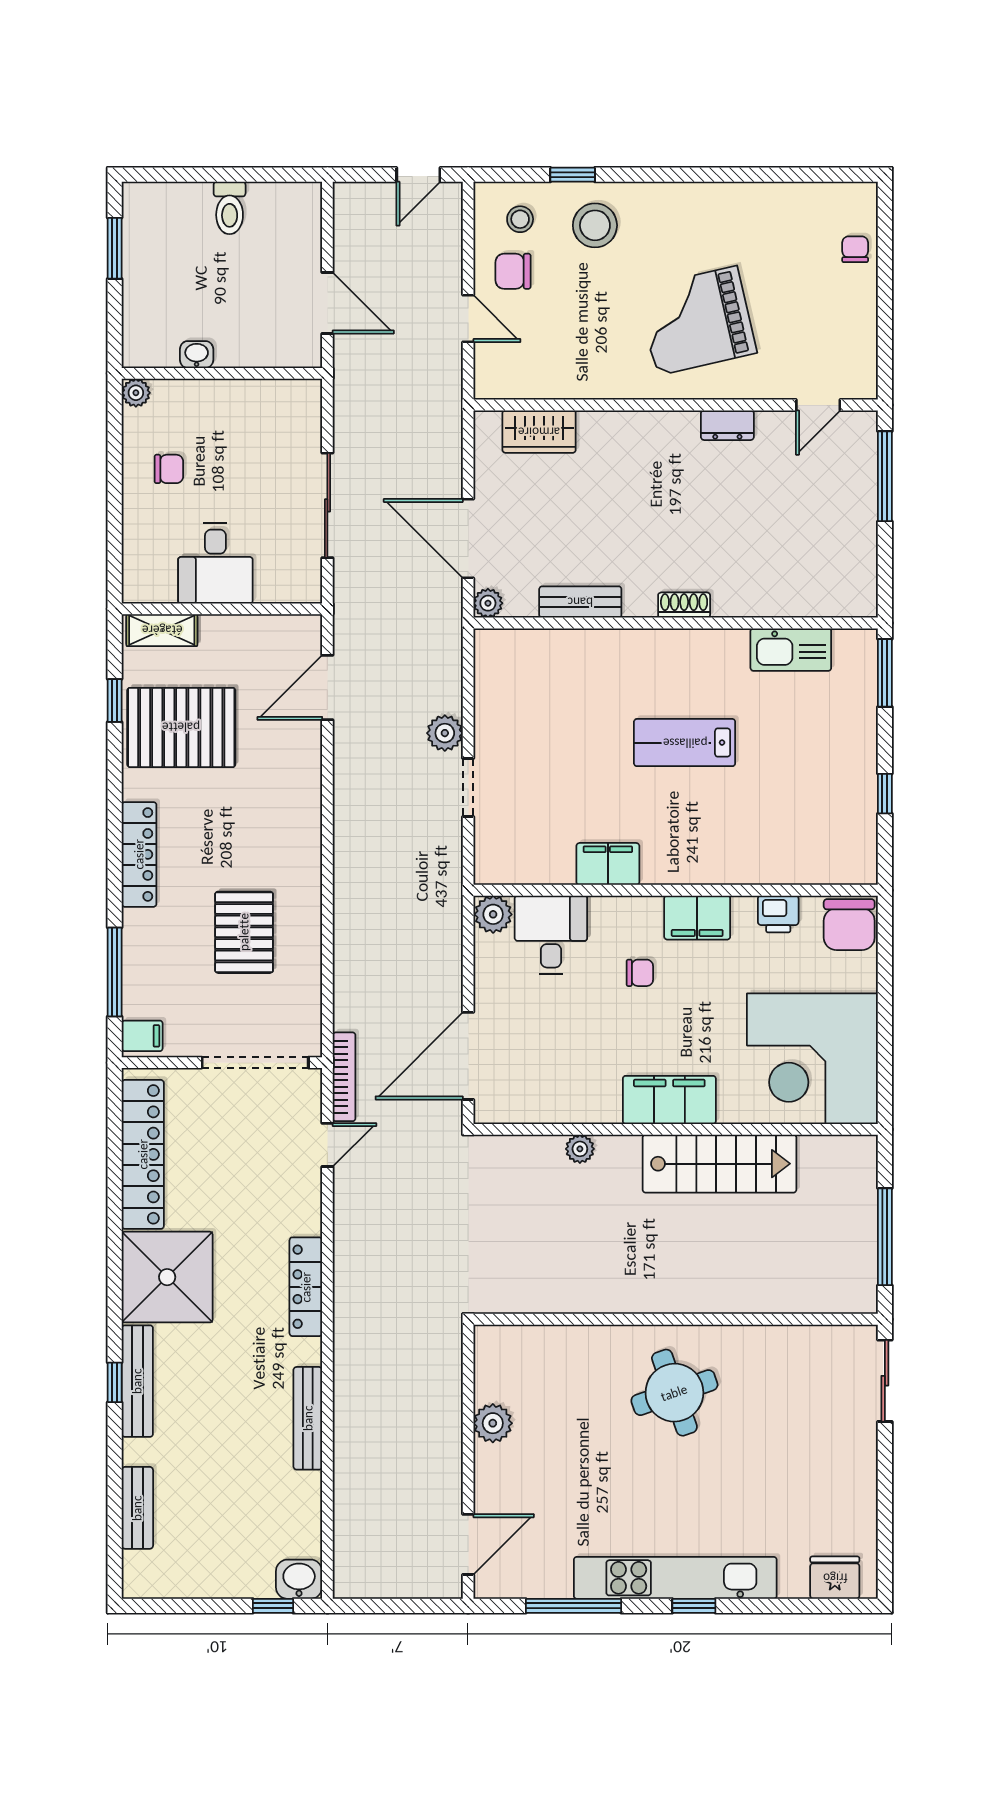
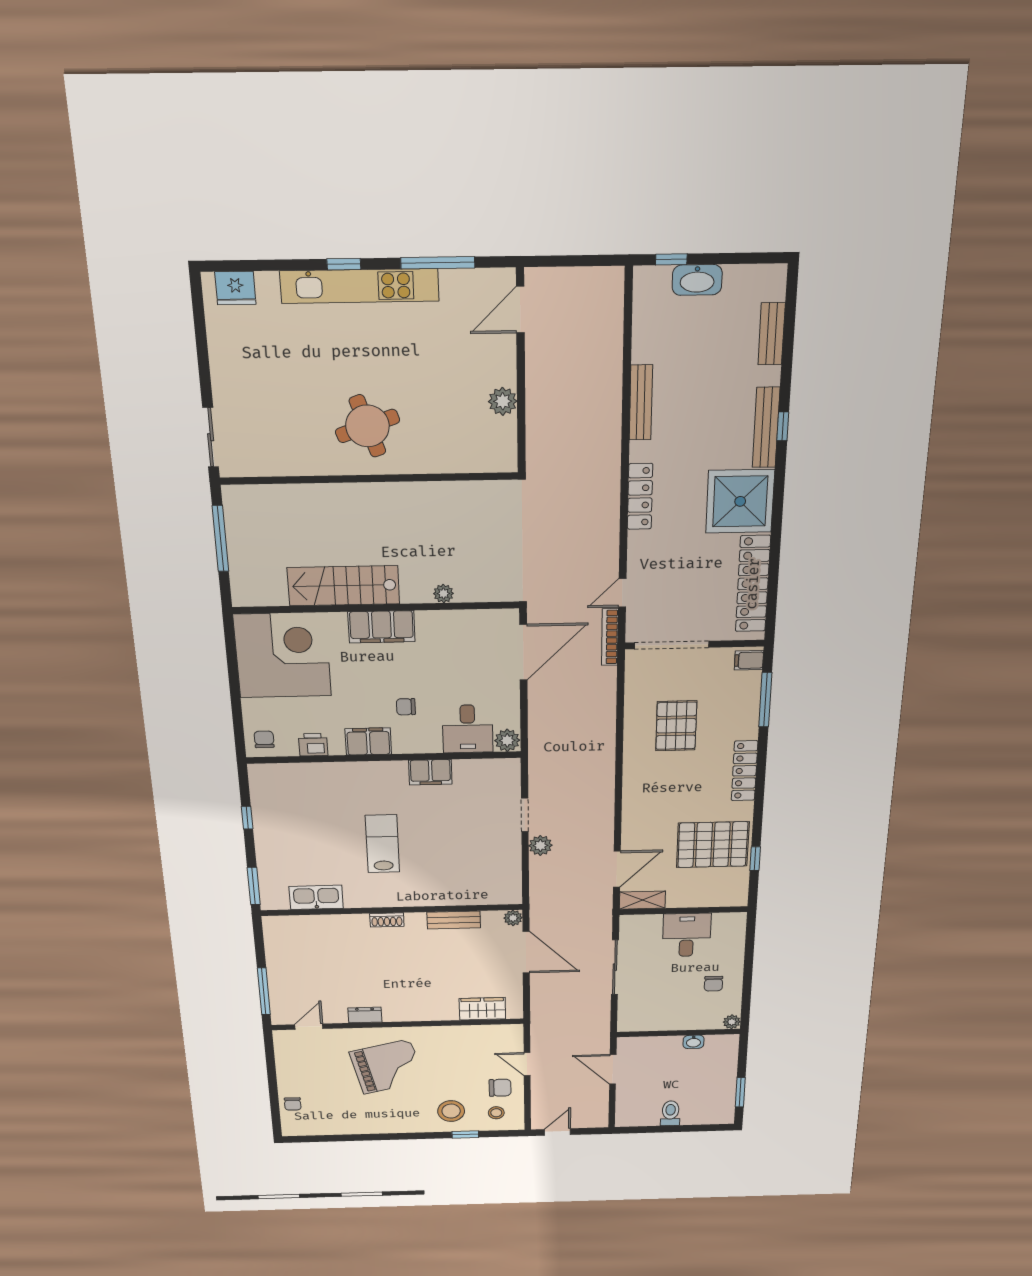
chair: (169, 469) -> (713, 984), turned -90
shelving: (162, 630) -> (642, 900), moved
lab bench: (685, 743) -> (382, 844), turned -90
chair: (849, 925) -> (264, 739), width x0.54, depth x0.54
washbasin: (299, 1579) -> (697, 280), moved, width x1.38

